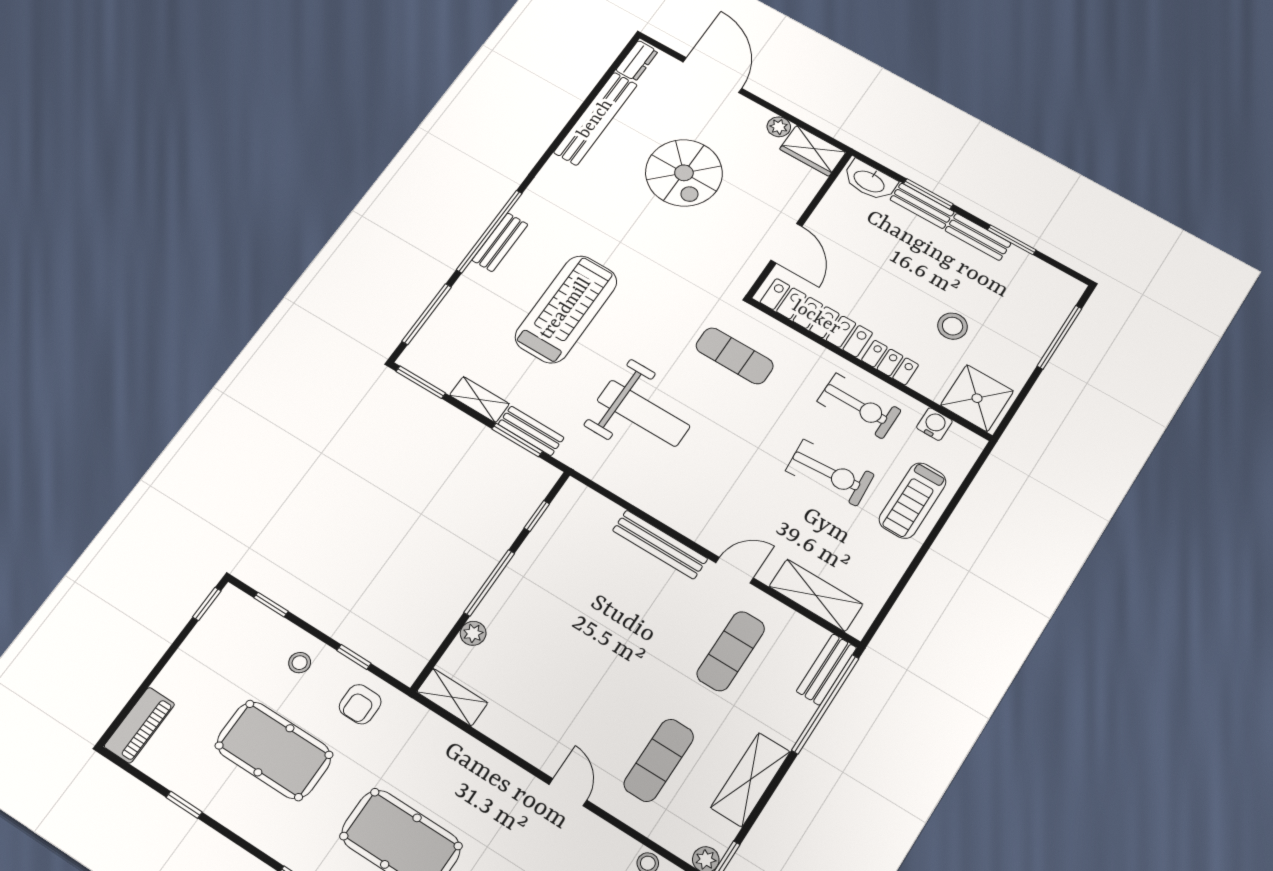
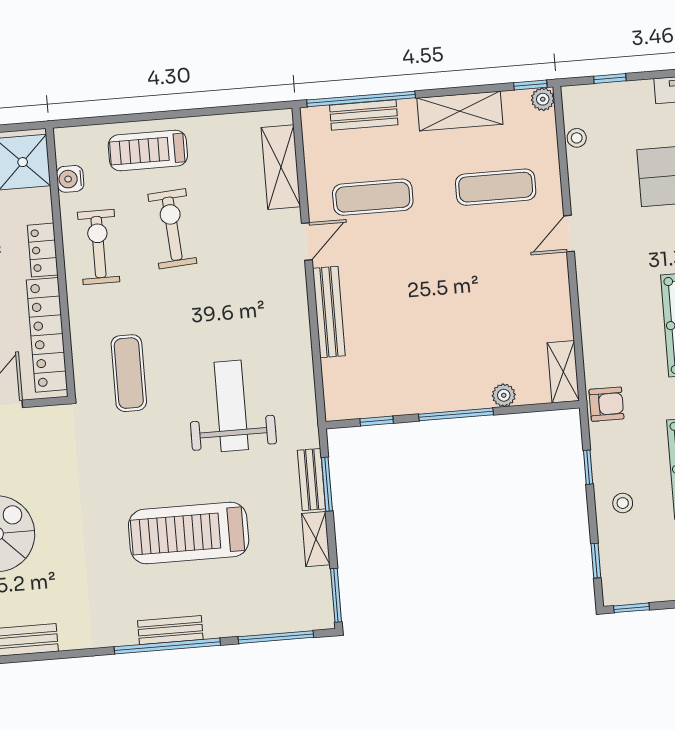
treadmill: (913, 501) -> (148, 150), turned 180
door: (735, 570) -> (307, 241), swing flipped
bench: (826, 669) -> (364, 115), moved
armchair: (360, 704) -> (606, 404), moved

